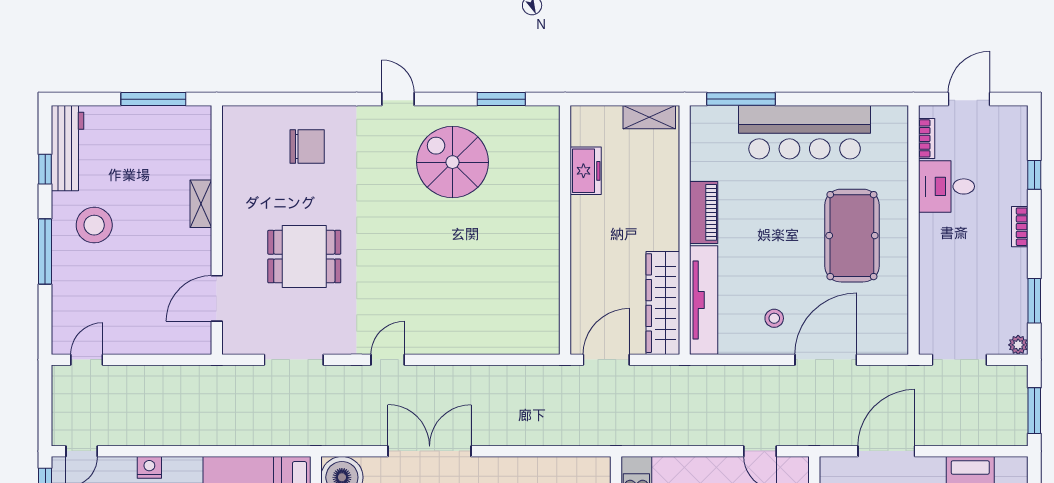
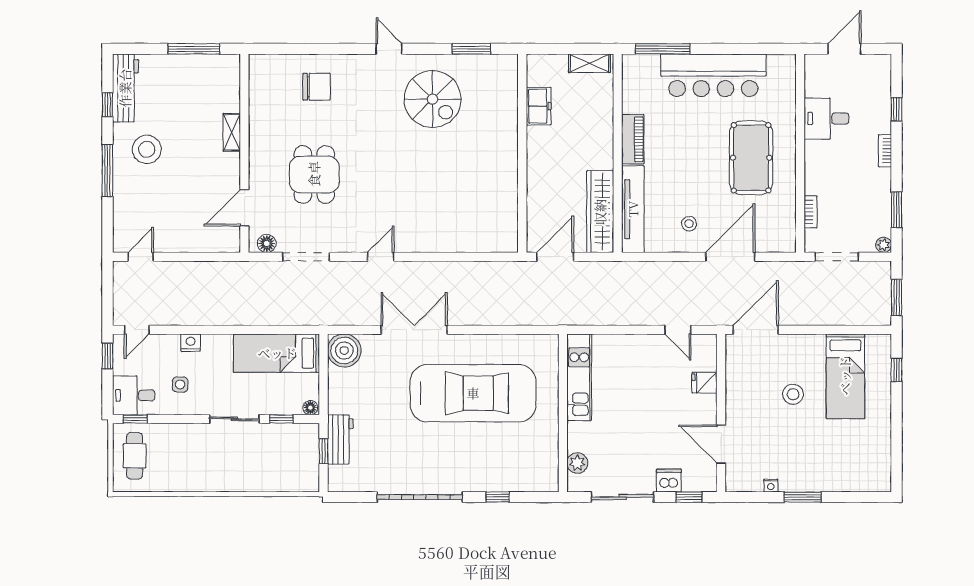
bookcase: (927, 138) -> (811, 212), moved
spiral stairs: (452, 162) -> (432, 99), turned 180
dining table: (304, 257) -> (314, 174), turned 90
floor lamp: (245, 343) -> (267, 244), added
door: (886, 451) -> (756, 330), moved

